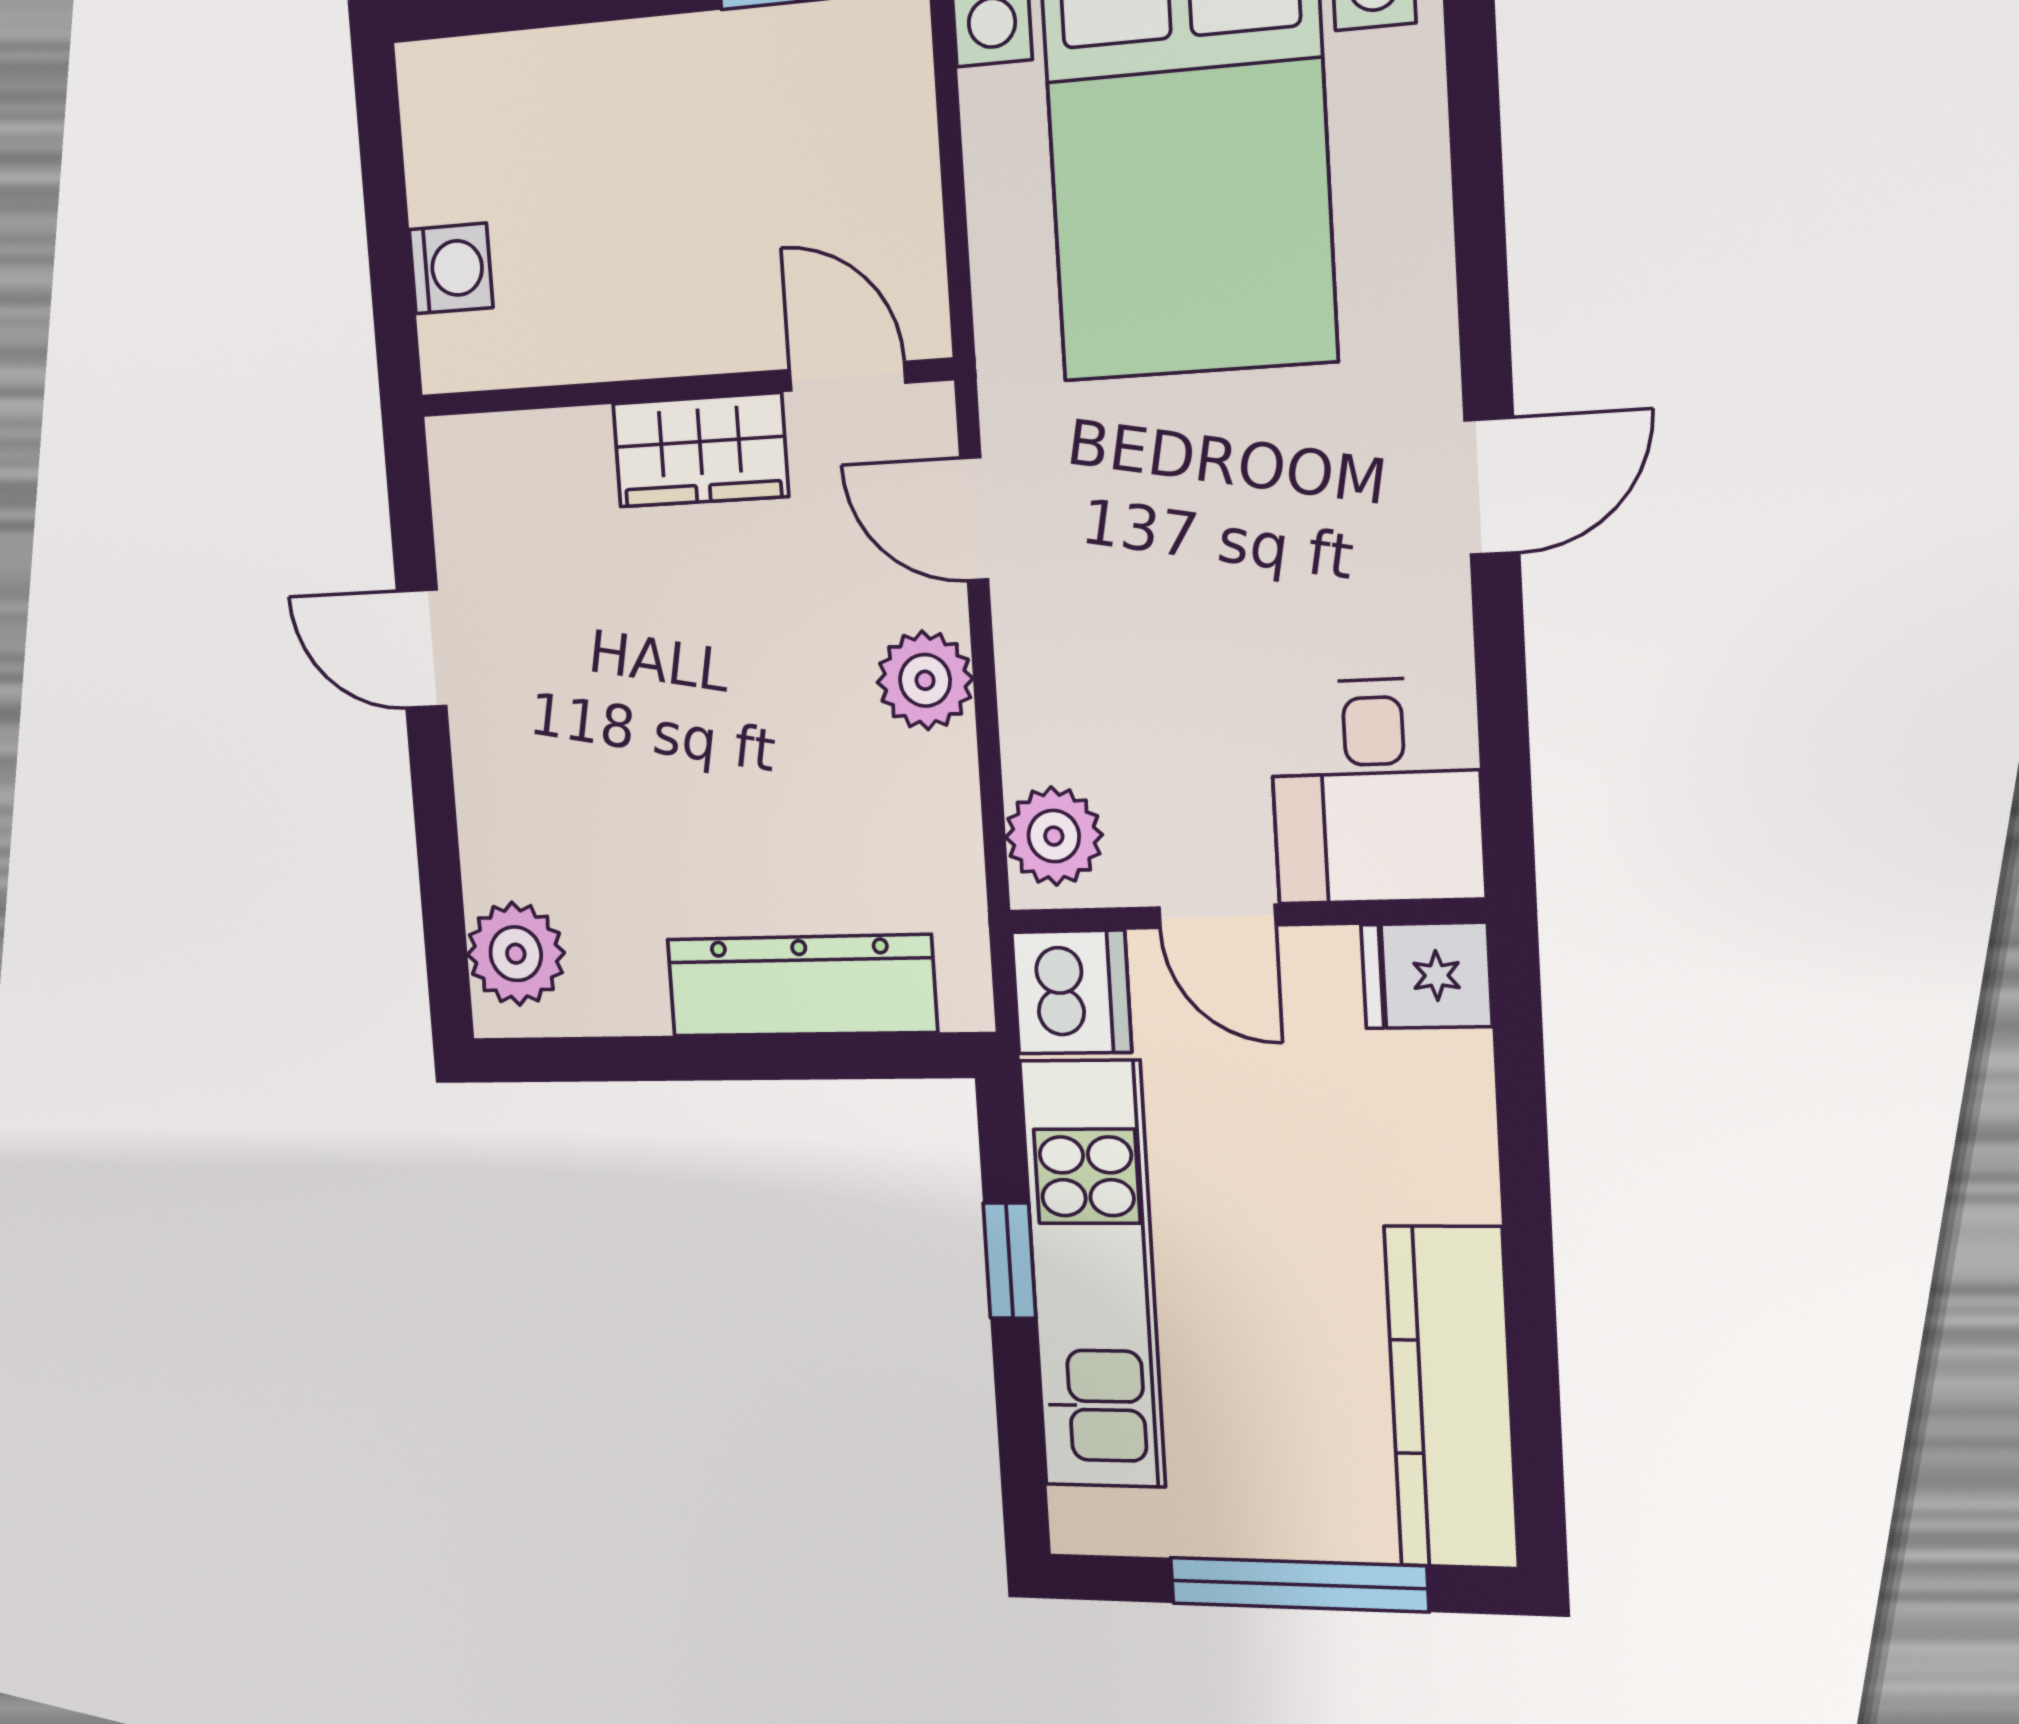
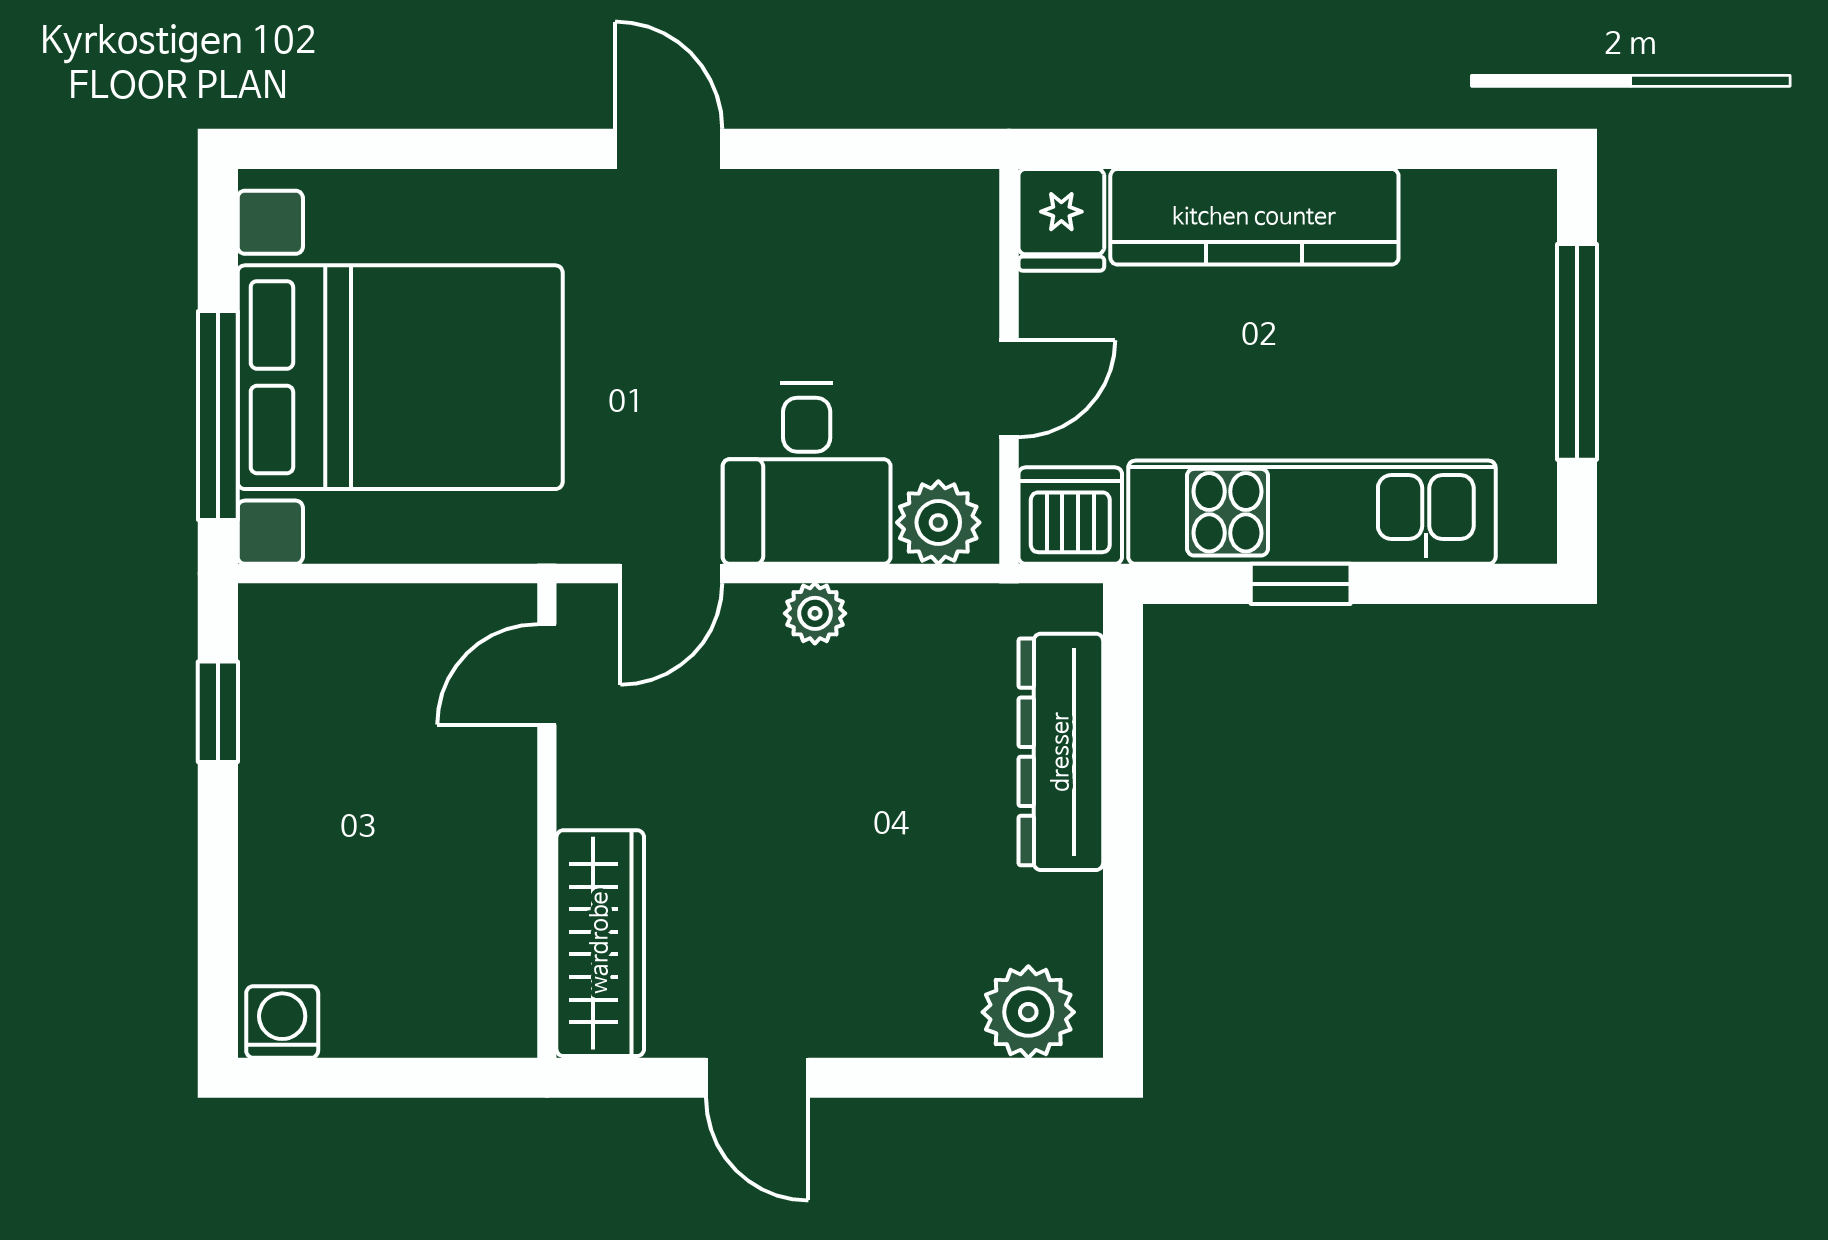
washing machine: (451, 268) -> (282, 1022), moved
wardrobe: (700, 450) -> (600, 943), moved, width x1.50
door: (422, 649) -> (757, 1078), hinge flipped
plant: (925, 680) -> (815, 613), width x0.73, depth x0.73
desk: (1376, 791) -> (807, 474), moved, turned 90
kitchen counter: (1451, 1397) -> (1254, 217), moved

